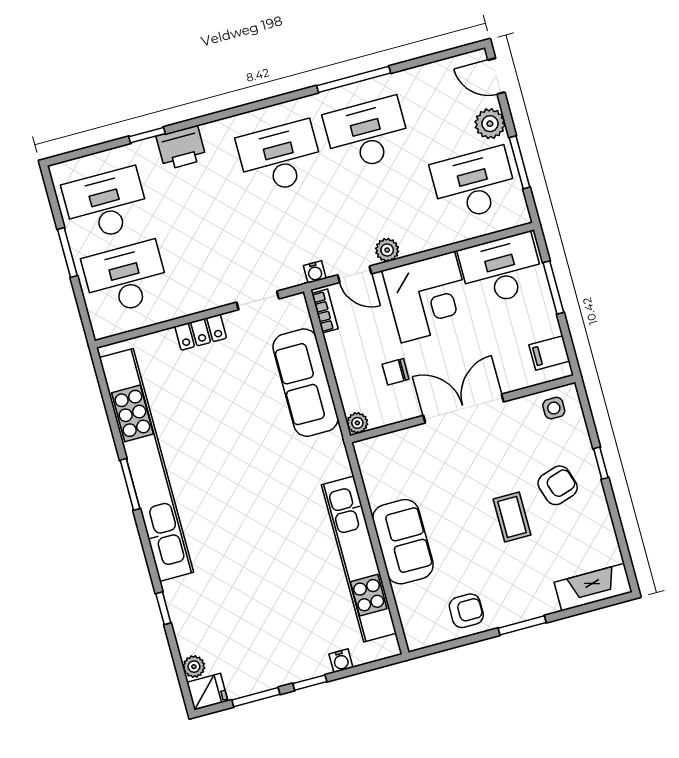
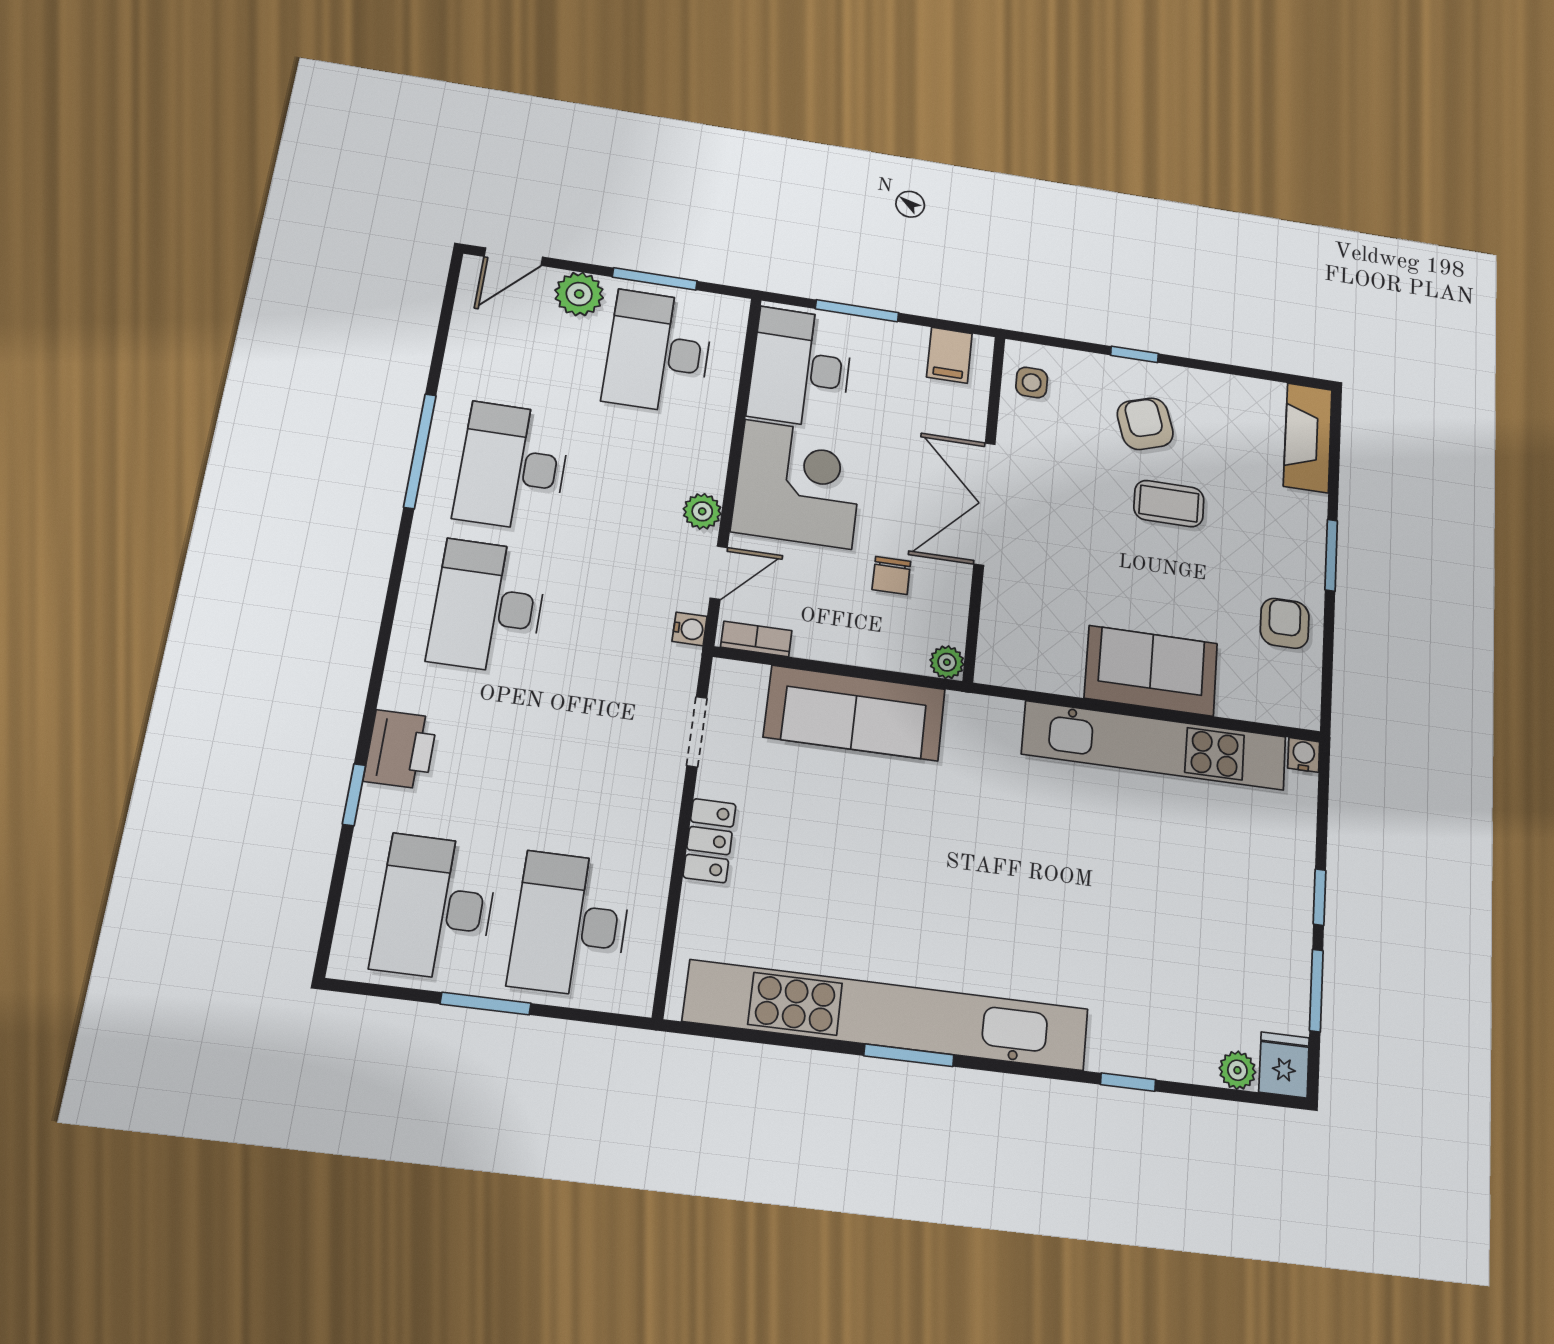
water cooler: (341, 661) -> (1304, 755), moved, turned -90

